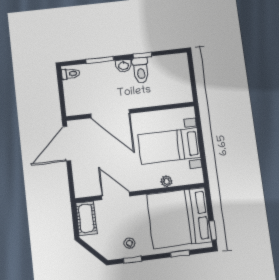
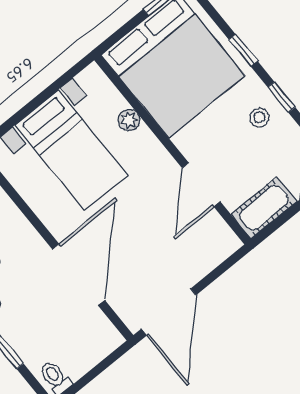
door: (67, 144) -> (169, 312), hinge flipped
window: (180, 254) -> (243, 50), moved

